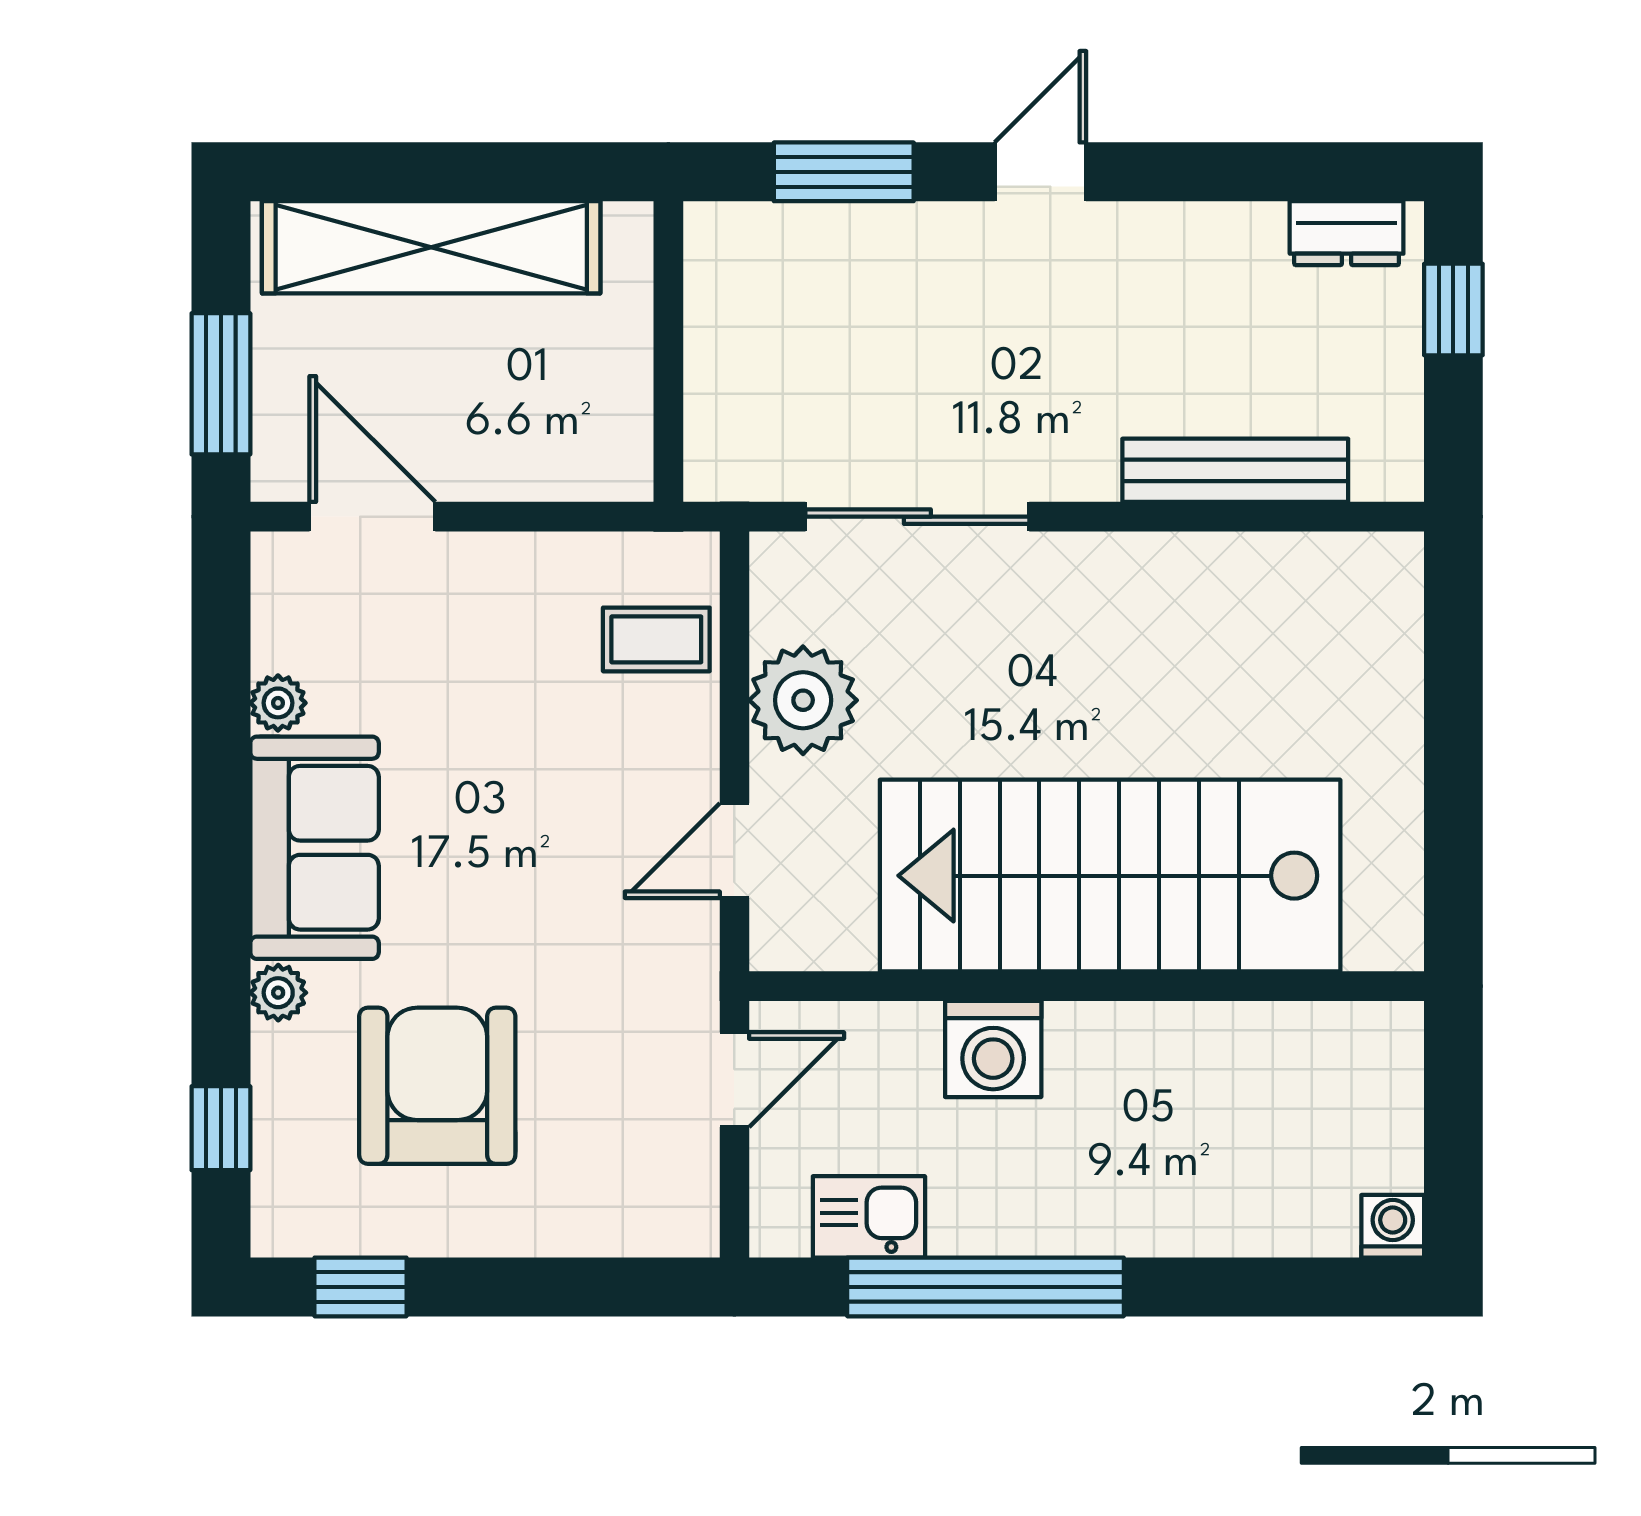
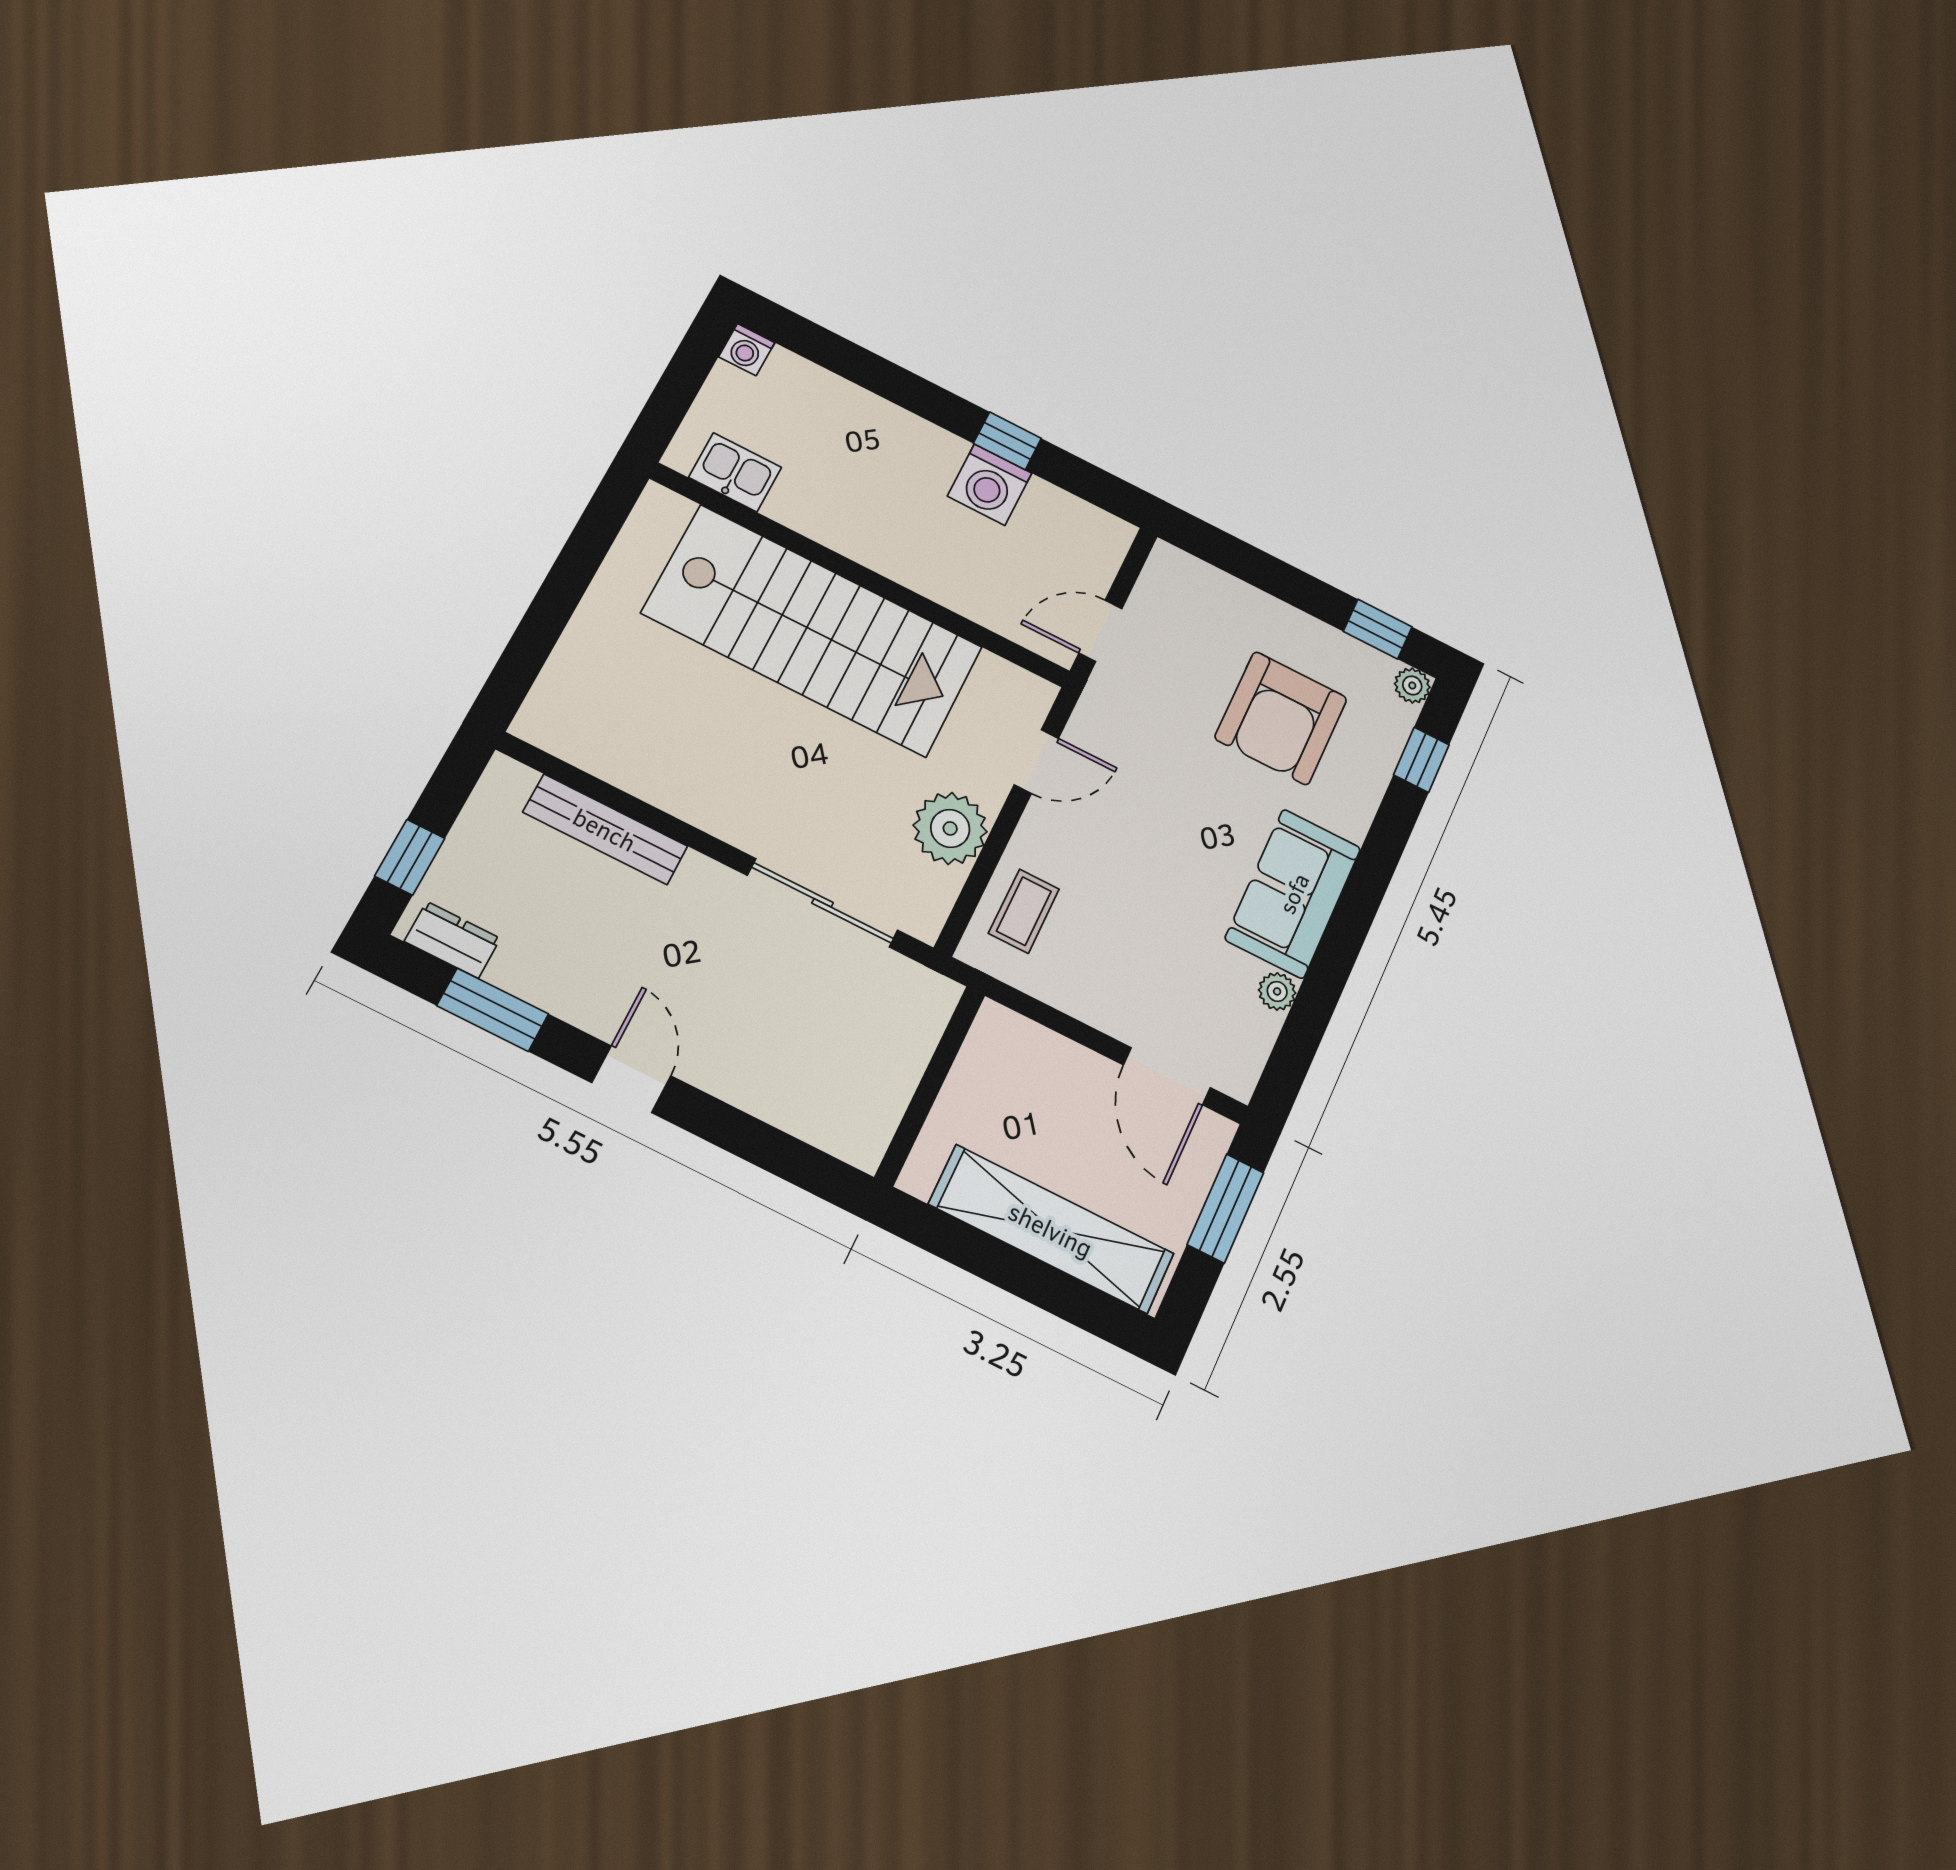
window: (844, 172) -> (493, 1010), moved
door: (1040, 172) -> (631, 1079), swing flipped
coffee table: (656, 639) -> (1024, 911), turned 90
plant: (278, 993) -> (1412, 686), moved
washing machine: (993, 1049) -> (990, 485), moved, turned 180
kitchen sink: (869, 1217) -> (735, 472), moved, turned 180
window: (986, 1287) -> (1007, 441), width x0.32

